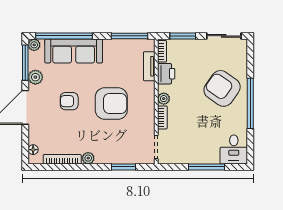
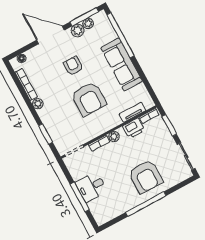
window: (130, 36) -> (147, 85), removed
plant: (34, 45) -> (88, 23), moved
sofa: (74, 51) -> (122, 64), moved
armchair: (222, 88) -> (146, 177), turned 145
desk: (234, 149) -> (91, 187), moved

